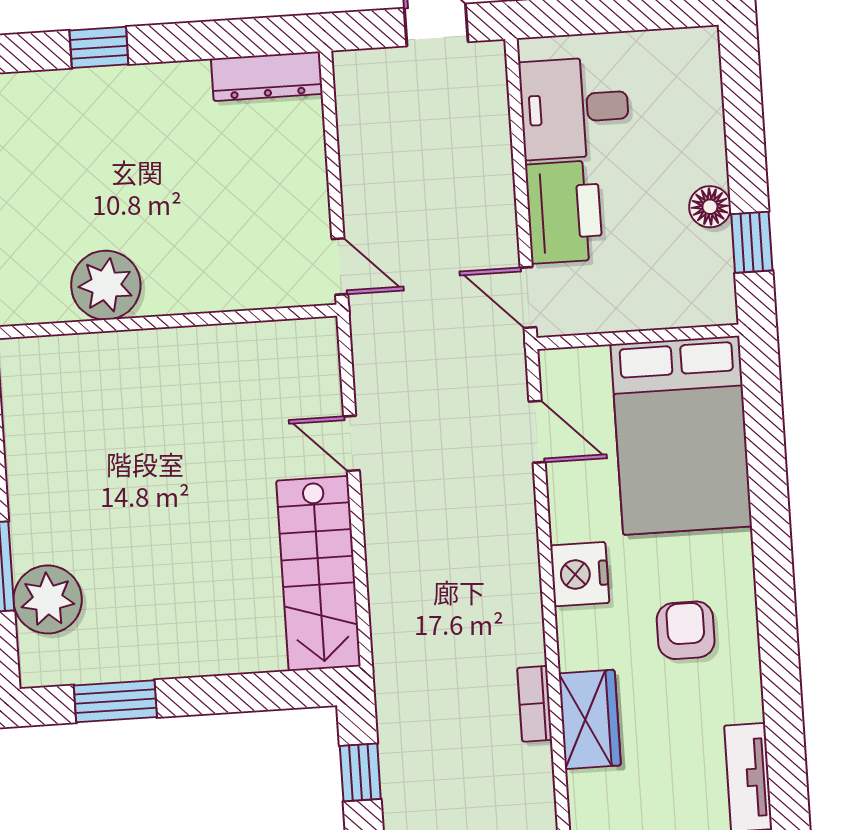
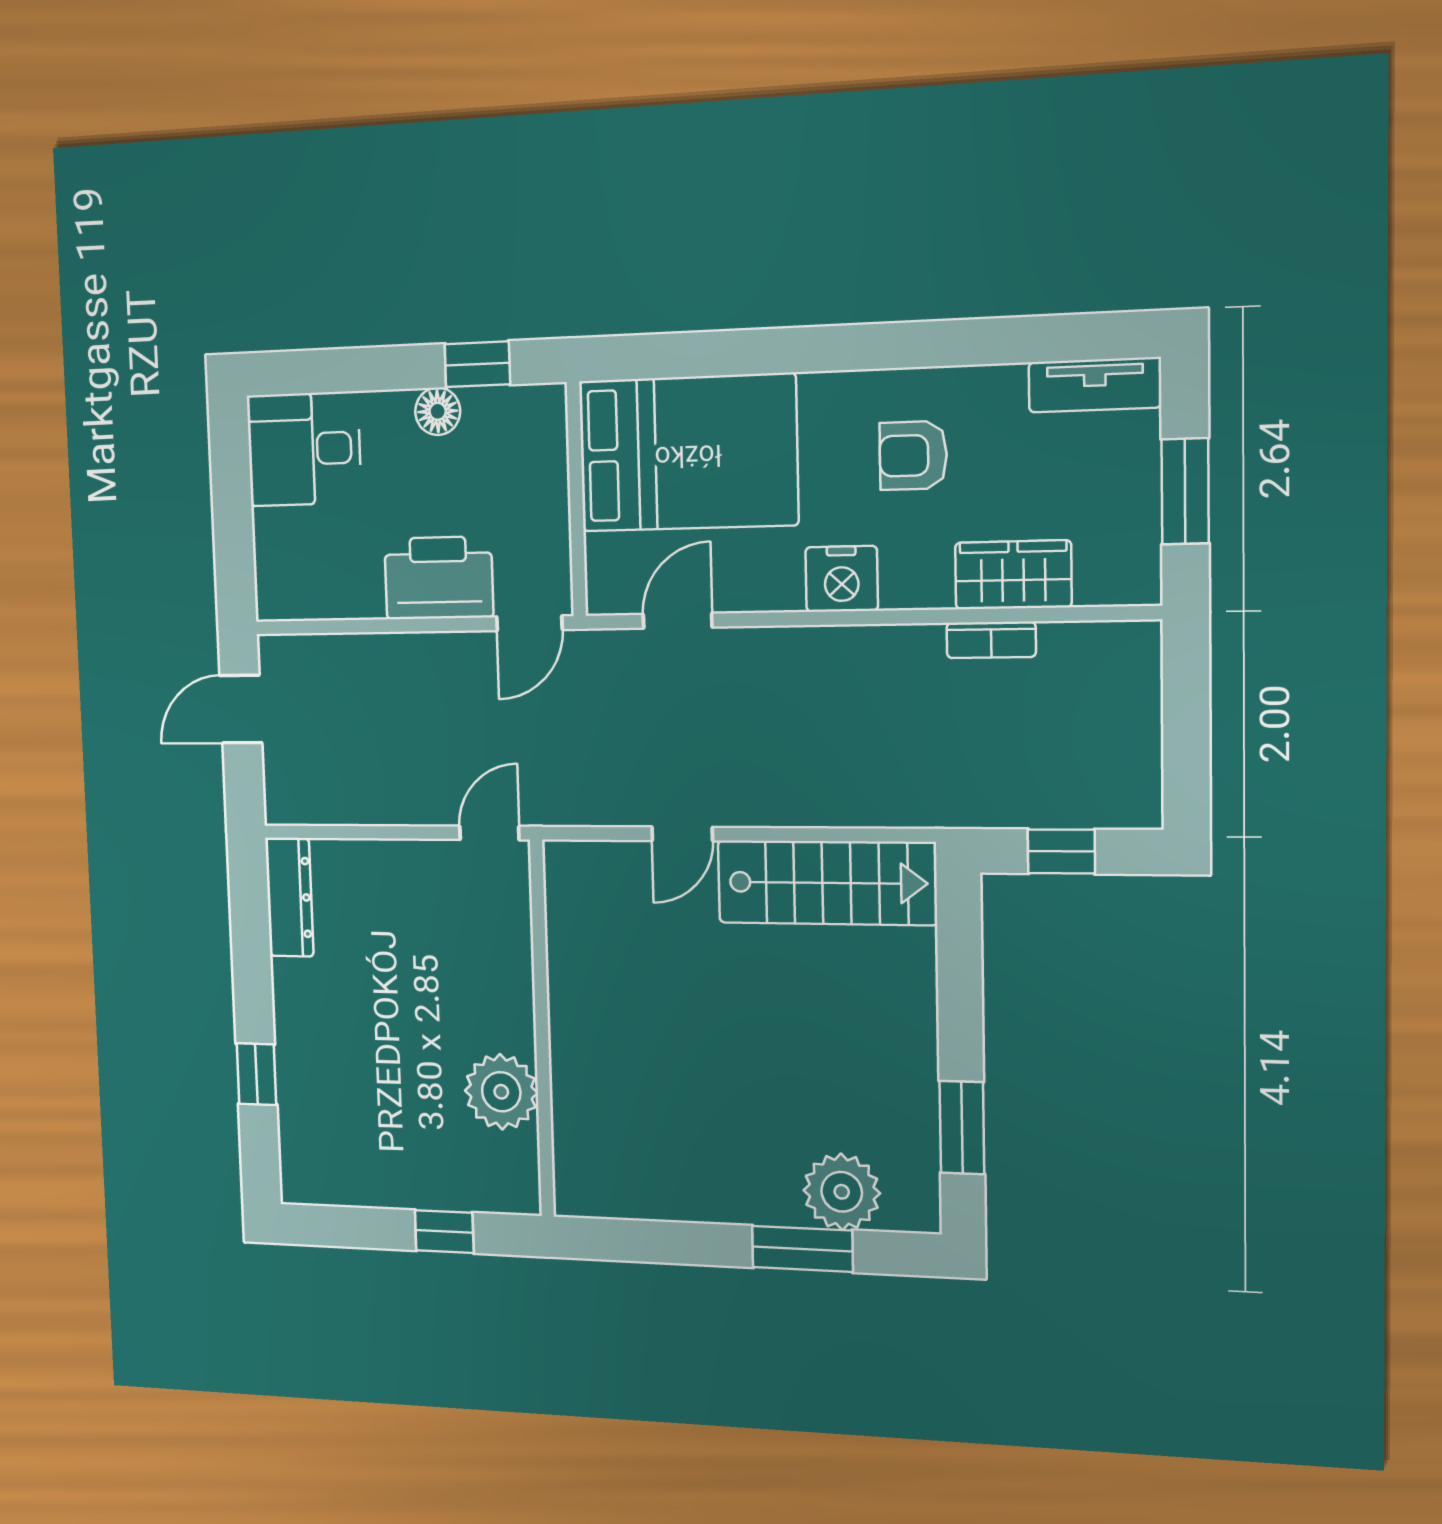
desk: (574, 108) -> (304, 449), moved, turned 90

